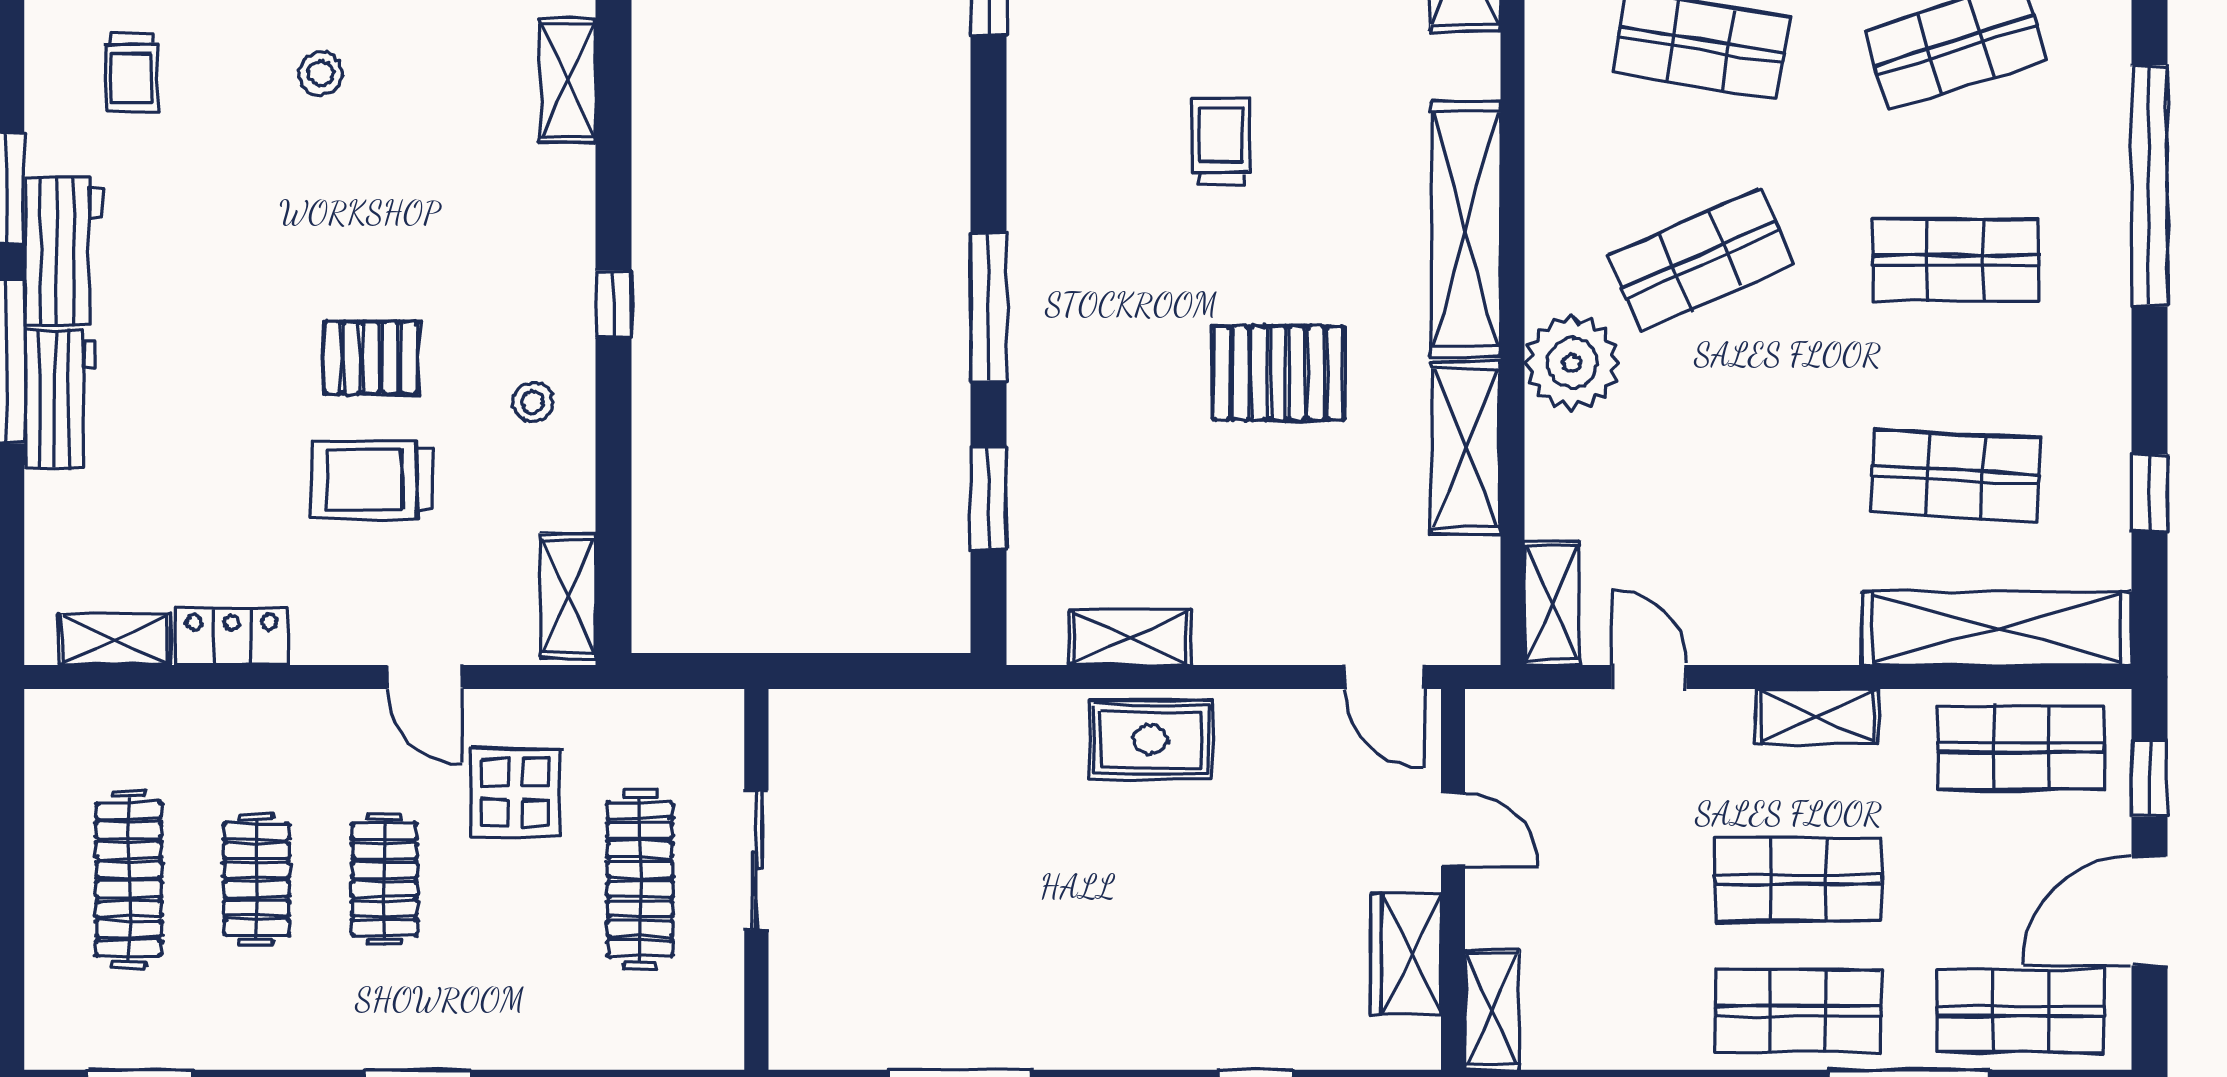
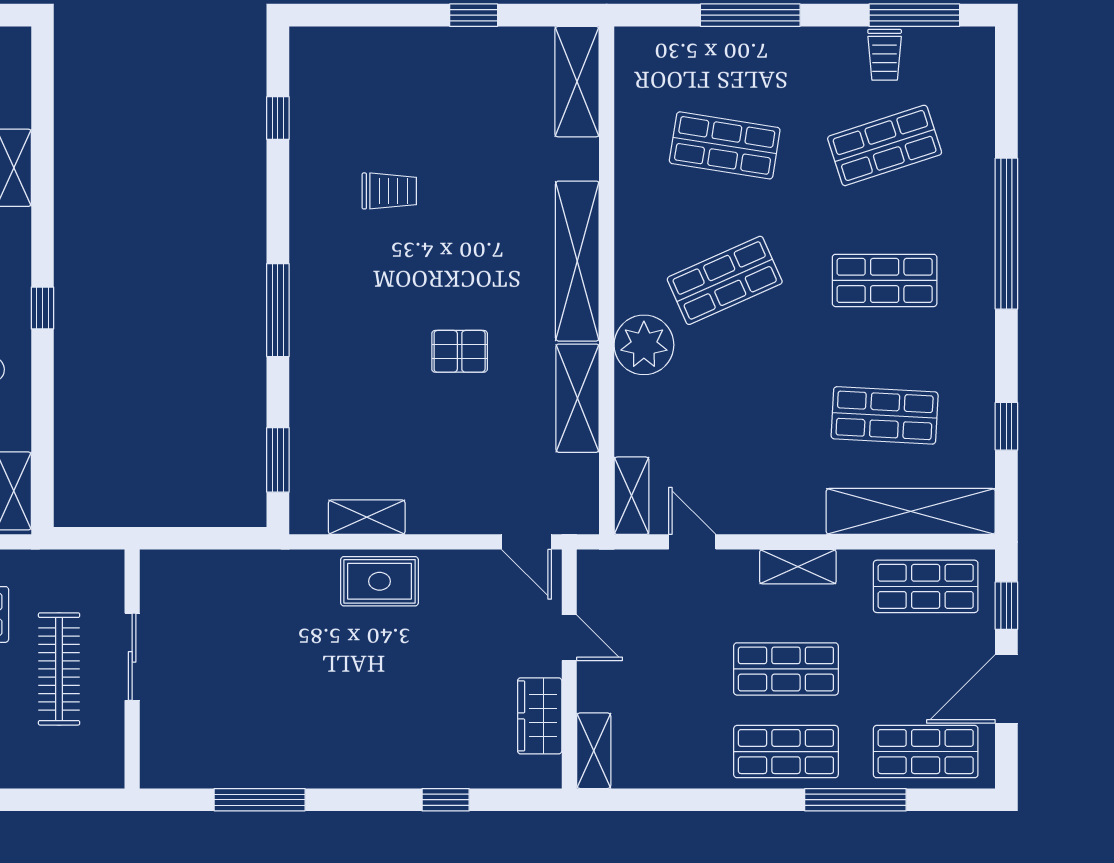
trolley: (1221, 142) -> (389, 191), moved, turned 90
pallet: (1278, 373) -> (460, 351), width x0.67, depth x0.71
window: (989, 498) -> (278, 460), moved

